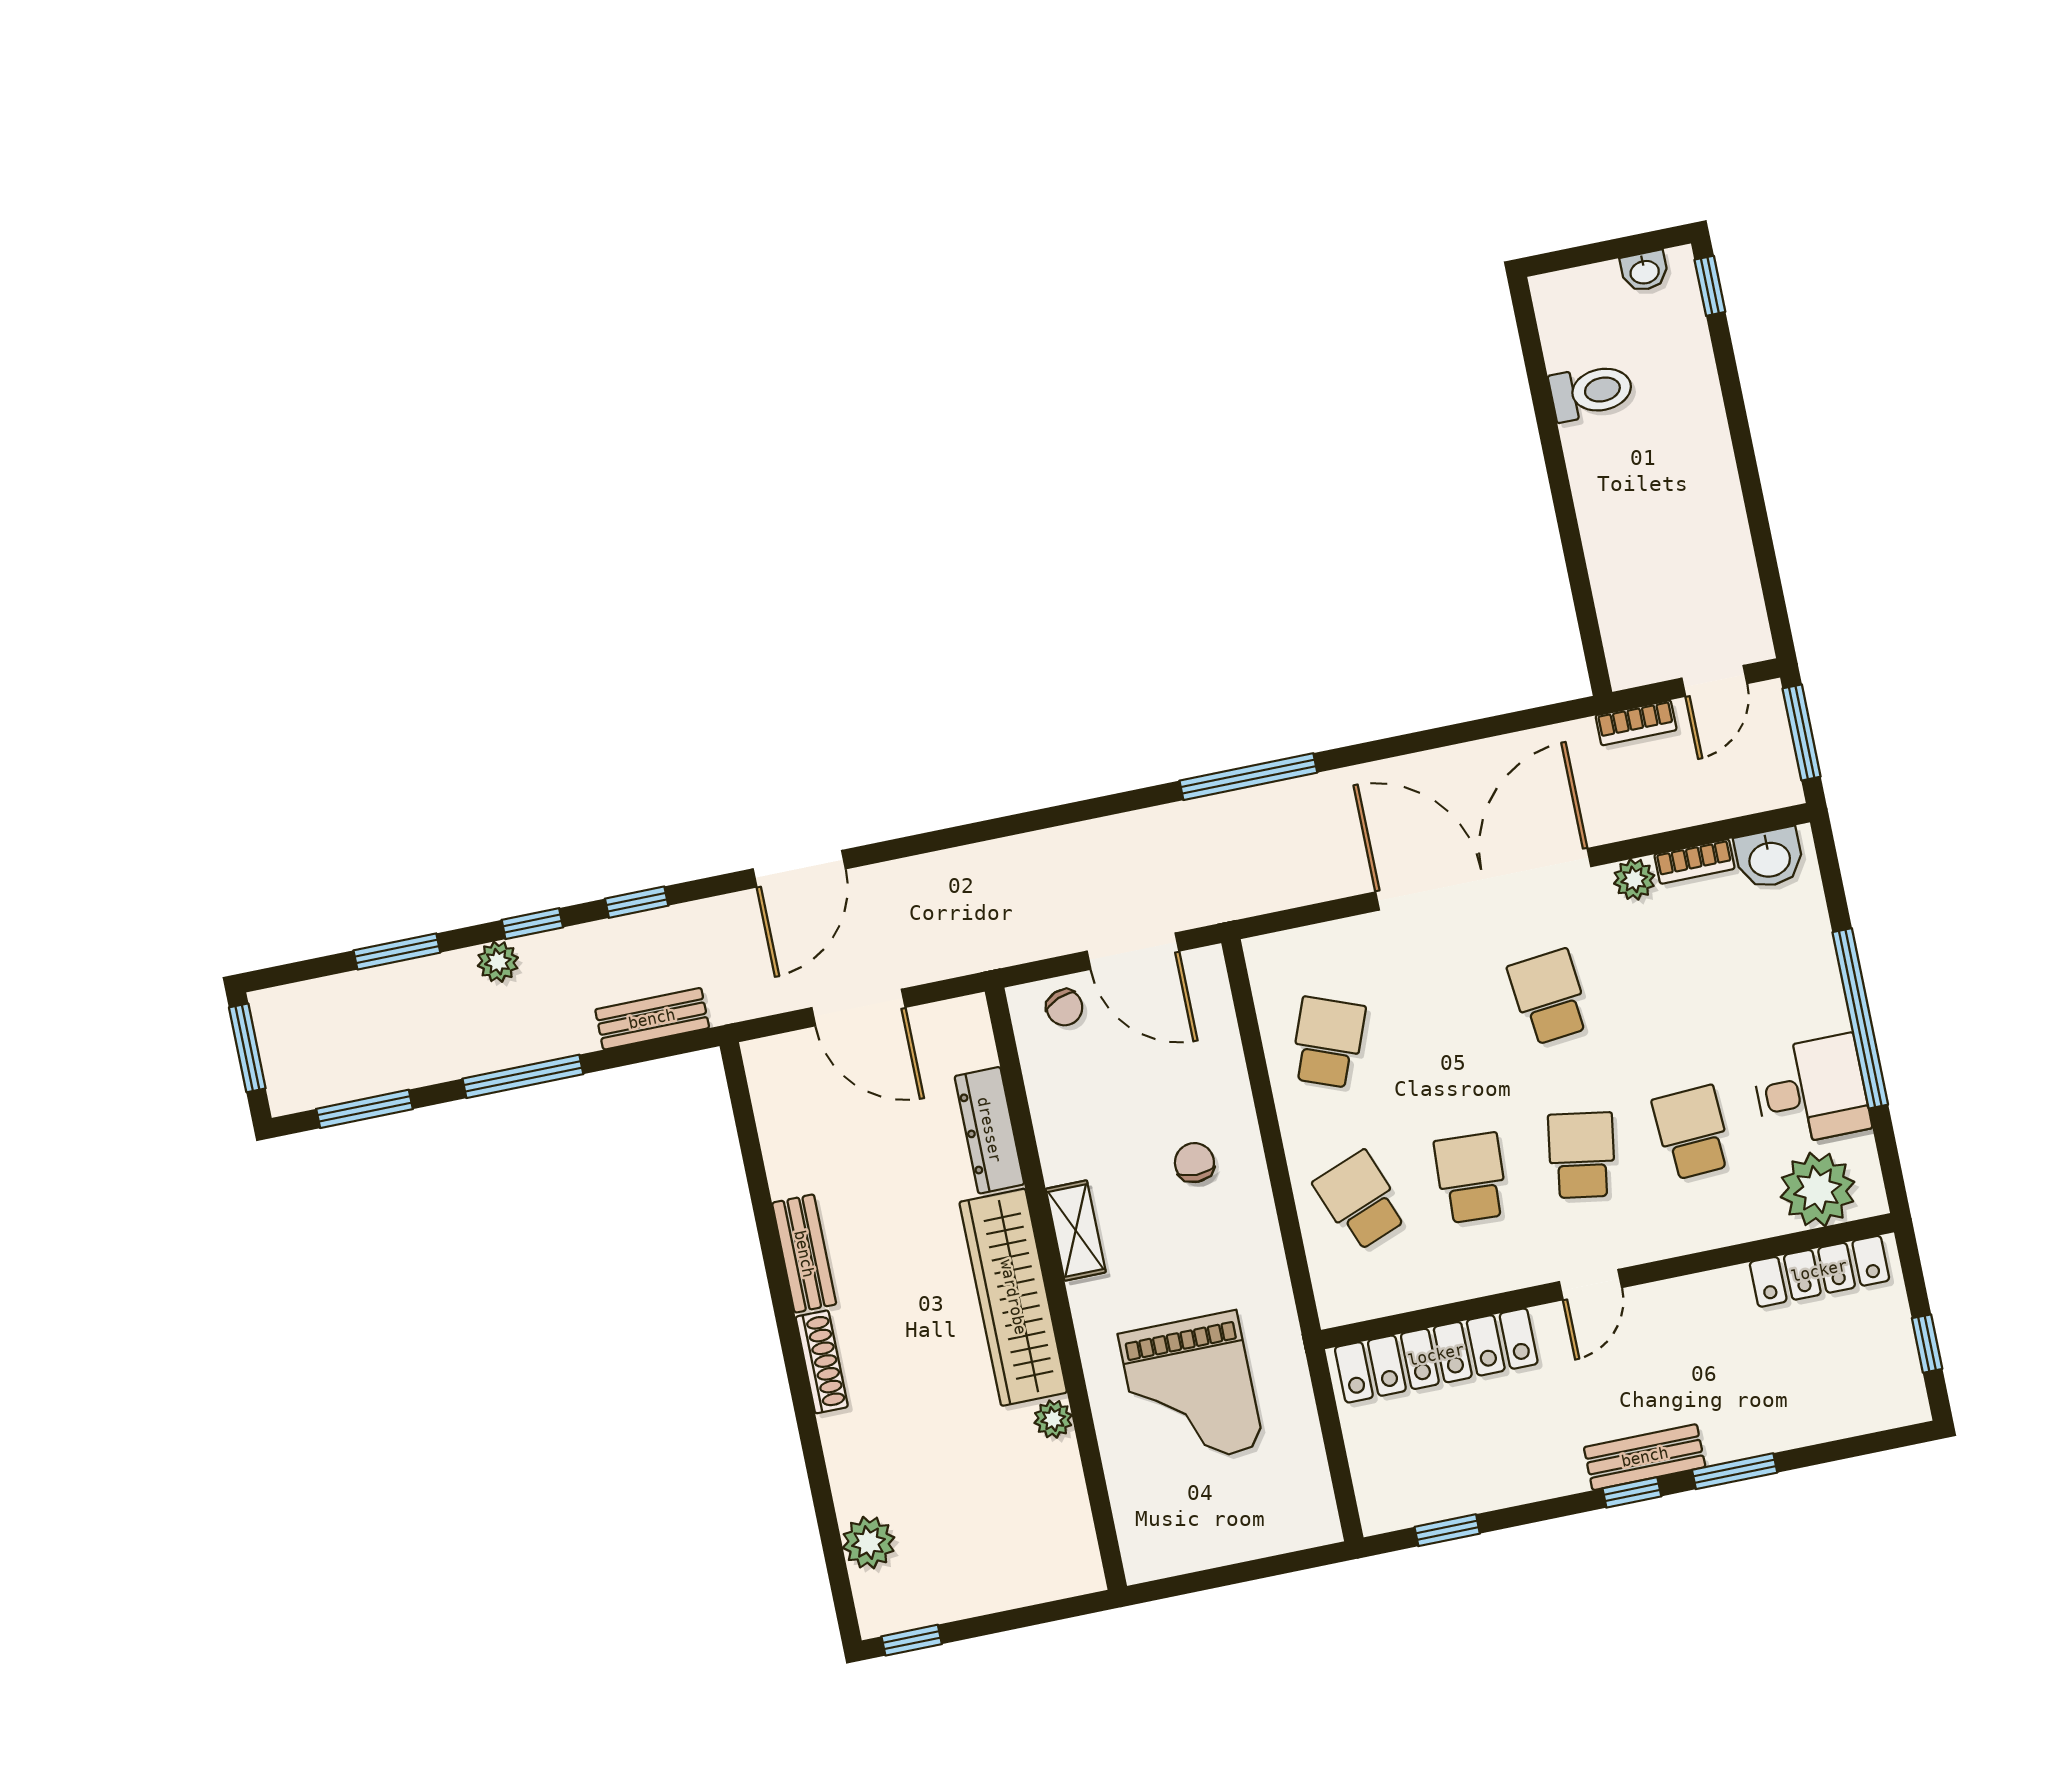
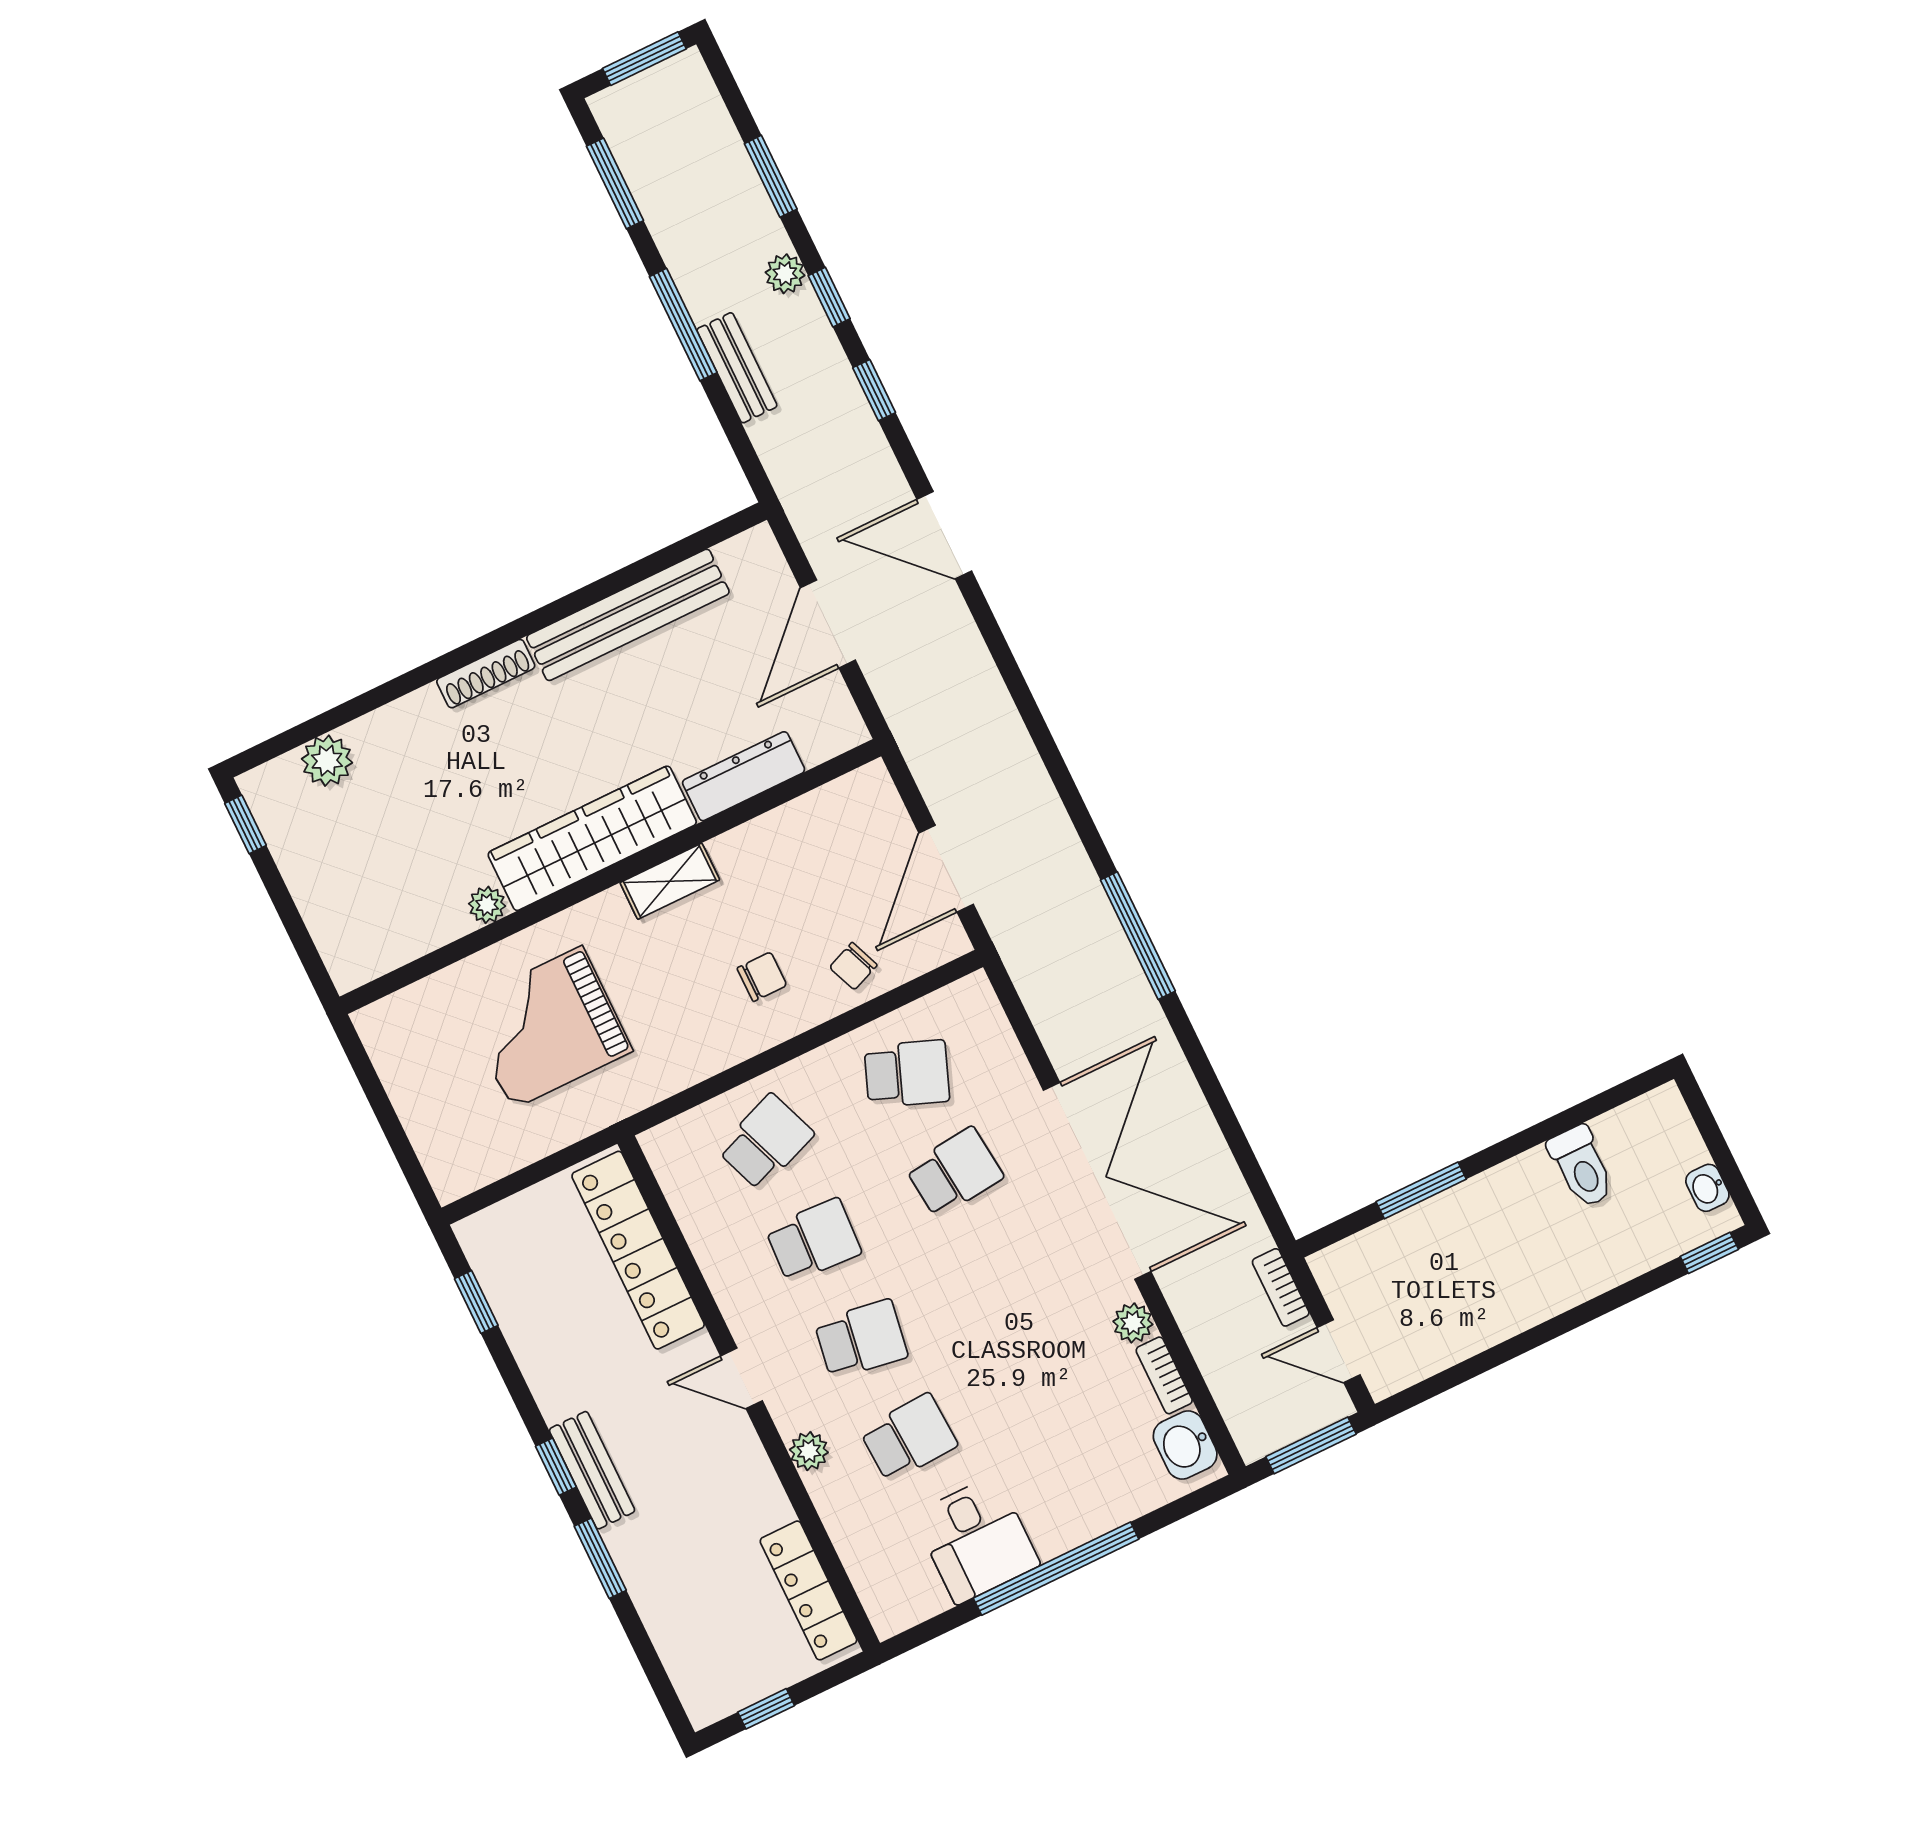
window: (1575, 558) -> (1421, 1190), added
school desk: (1549, 997) -> (954, 1172), moved
chair: (1064, 1007) -> (853, 966), moved
bench: (652, 1019) -> (737, 368), moved
plant: (1818, 1189) -> (809, 1451), moved, width x0.53, depth x0.53
bench: (804, 1254) -> (628, 615), width x1.86, depth x1.21

